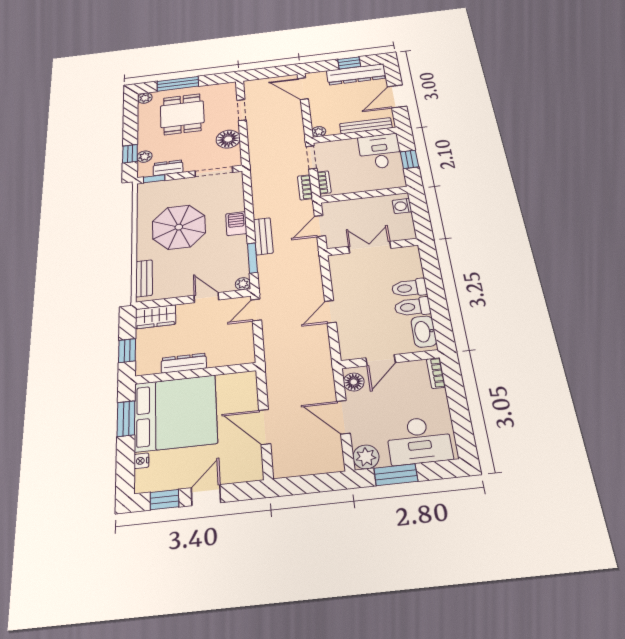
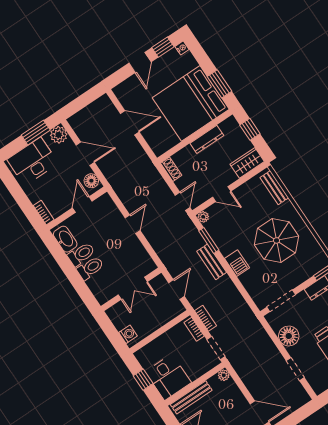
shoe rack: (247, 350) -> (171, 169), added
nightstand: (141, 461) -> (182, 48), moved

